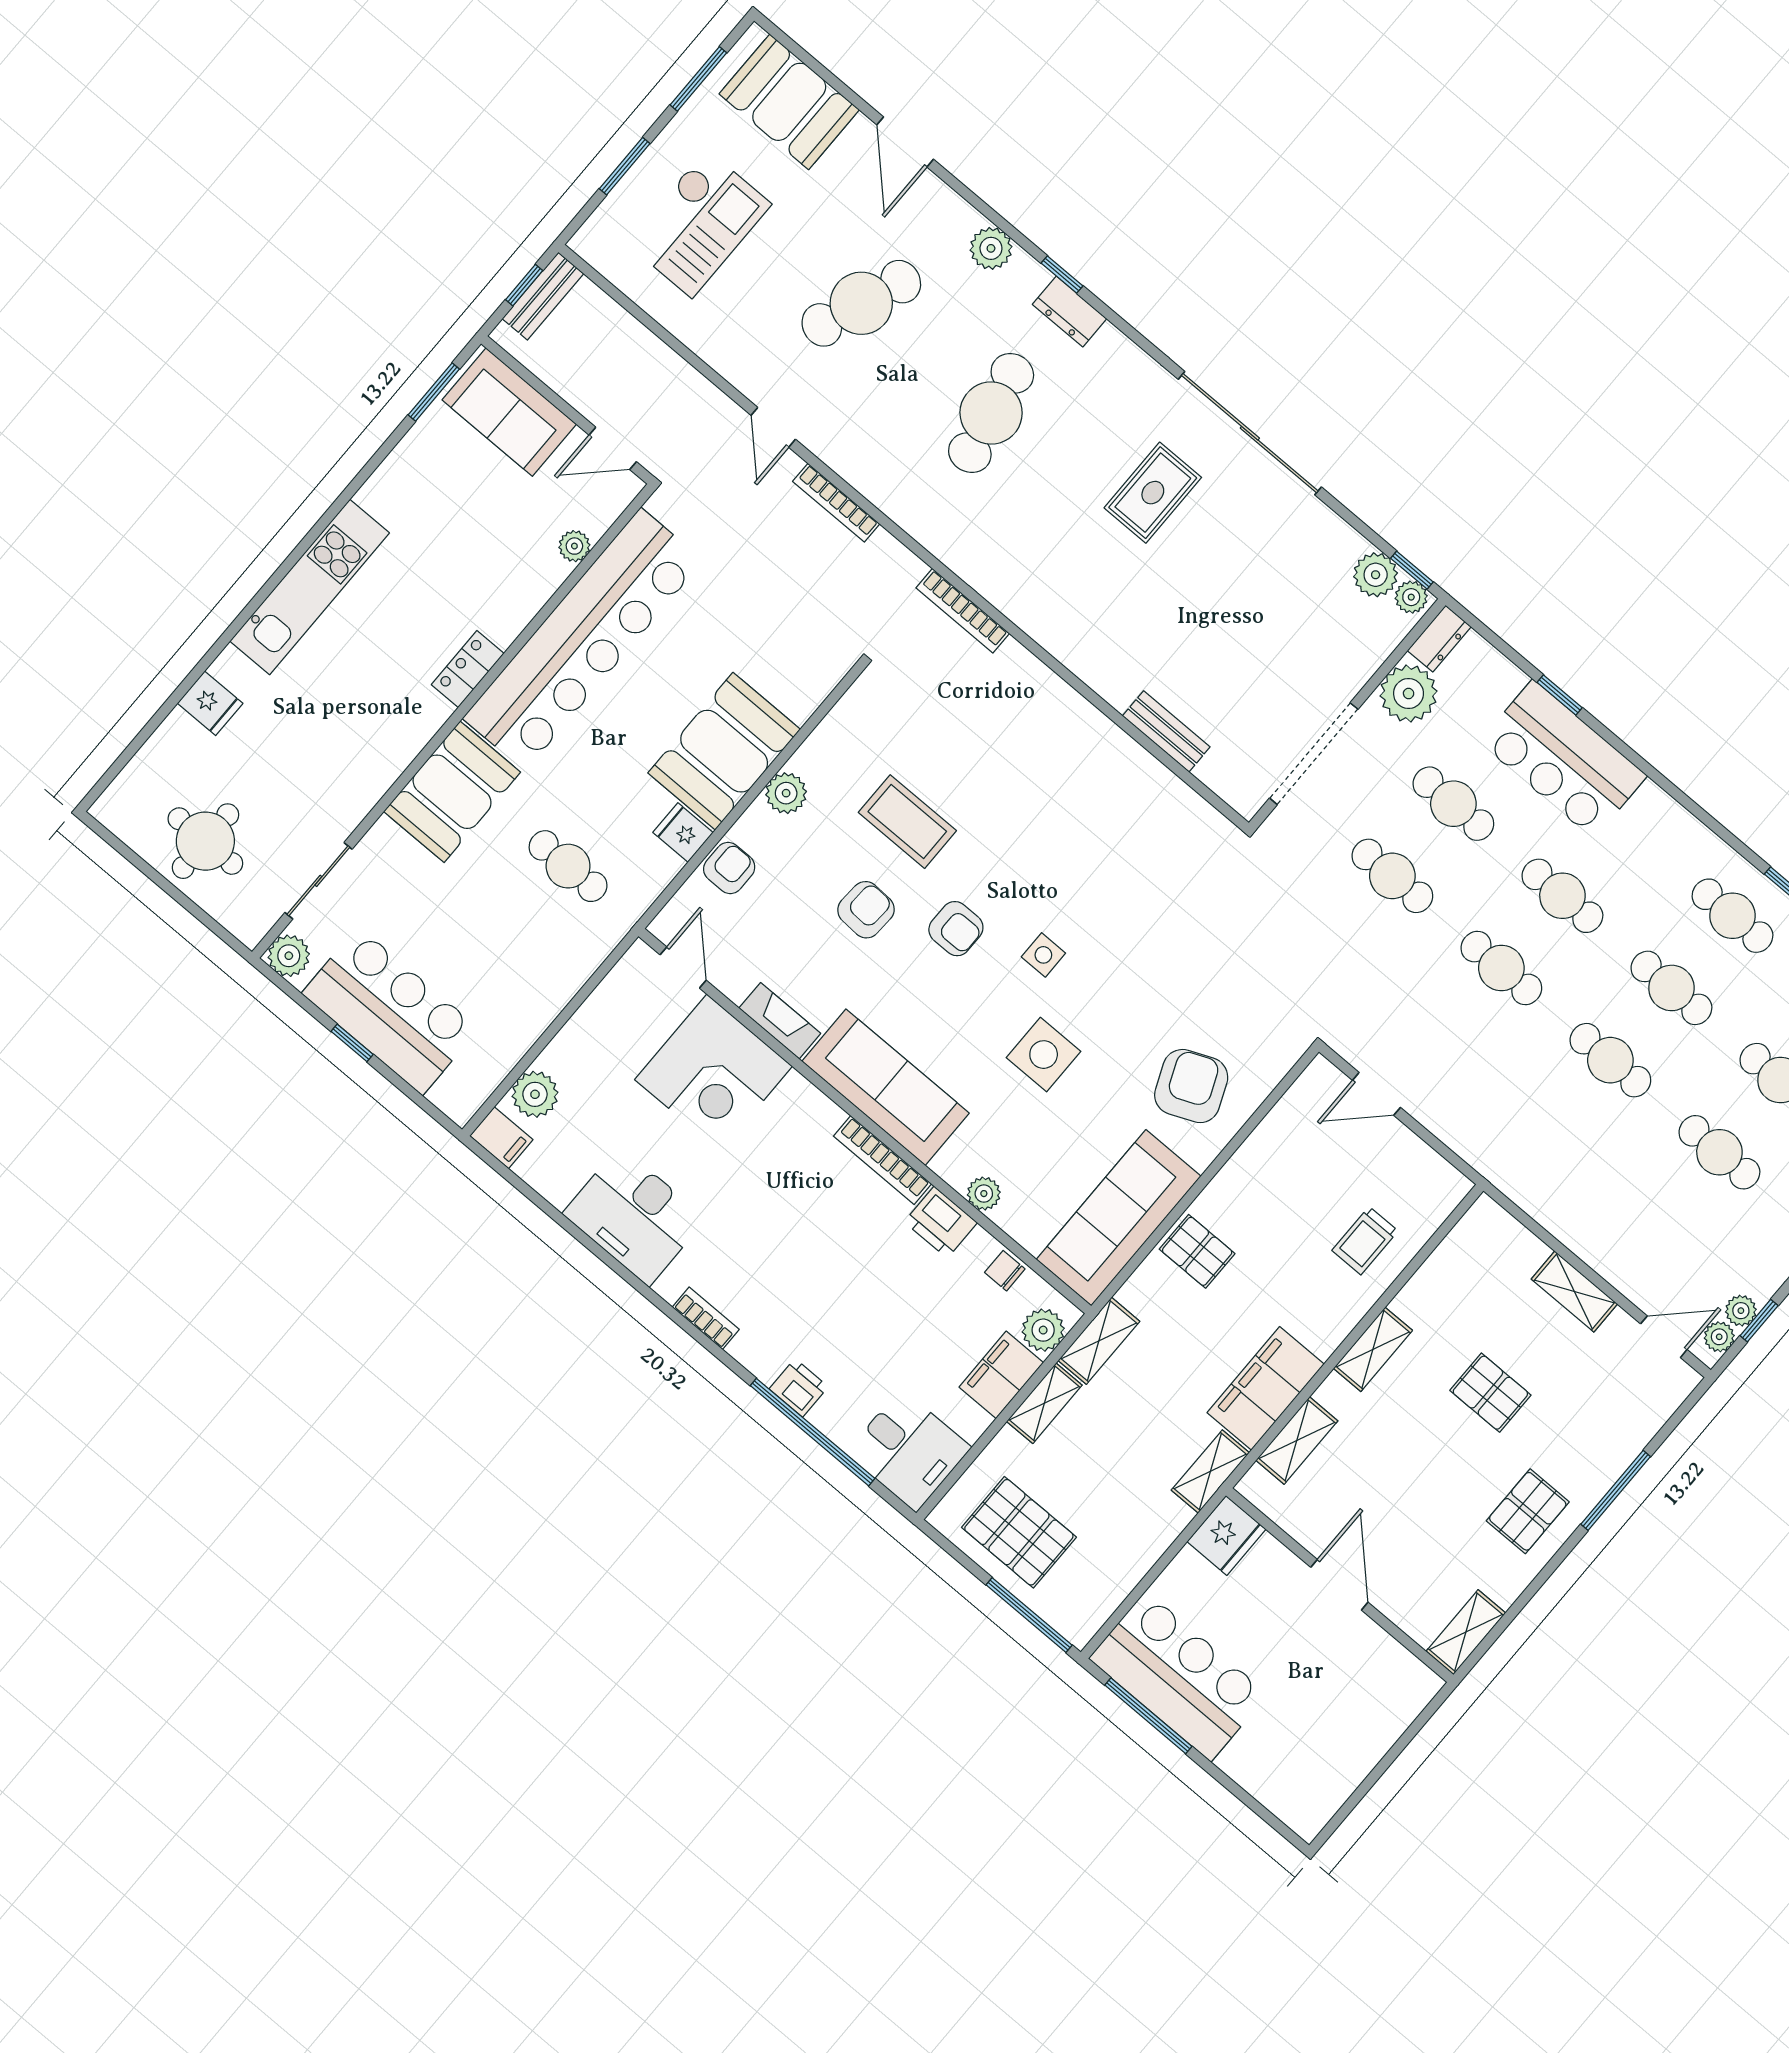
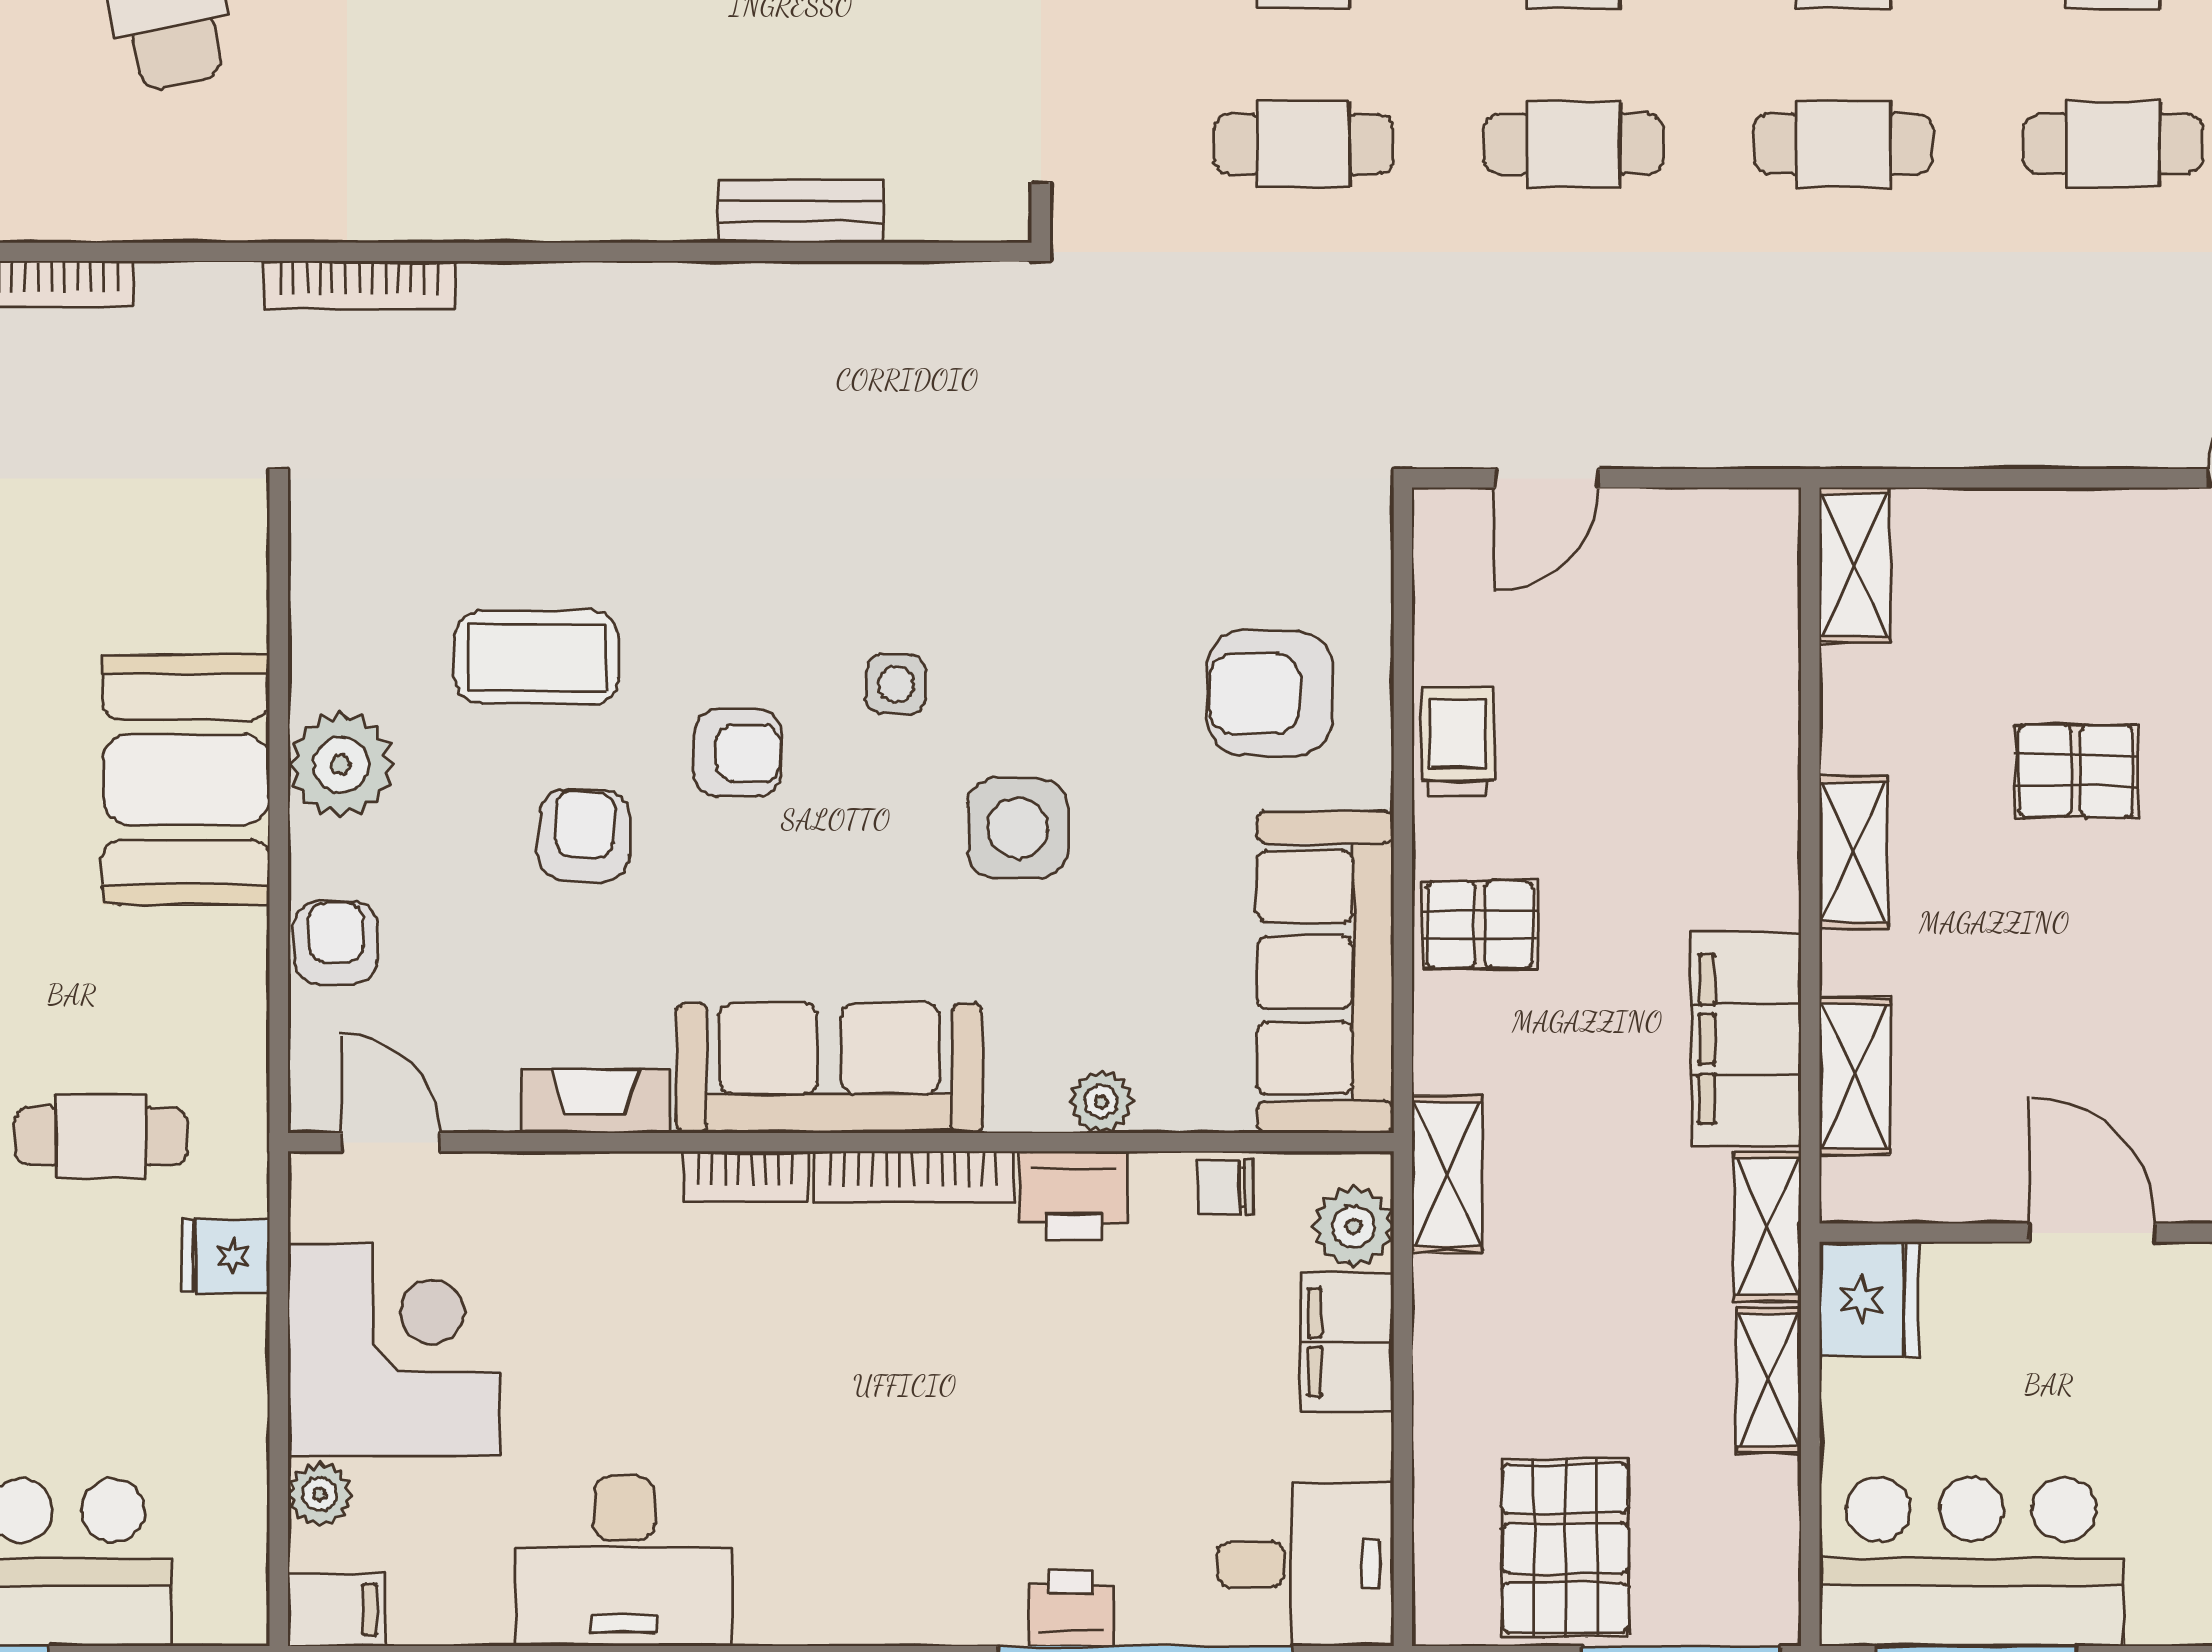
plant: (786, 793) -> (341, 765), width x1.36, depth x1.36
fridge: (683, 832) -> (226, 1256), moved
corner desk: (713, 1073) -> (394, 1350), moved, turned -90
armchair: (1191, 1086) -> (1269, 693), turned -67
plant: (535, 1094) -> (320, 1494), width x0.73, depth x0.73
trolley: (1365, 1241) -> (1458, 741), moved, turned 180
shelving: (1574, 1292) -> (1854, 565), moved, turned 90
bookcase: (706, 1318) -> (745, 1176), moved, turned 180
shelving: (1044, 1403) -> (1769, 1380), moved
pallet: (1019, 1532) -> (1565, 1548), turned 90

